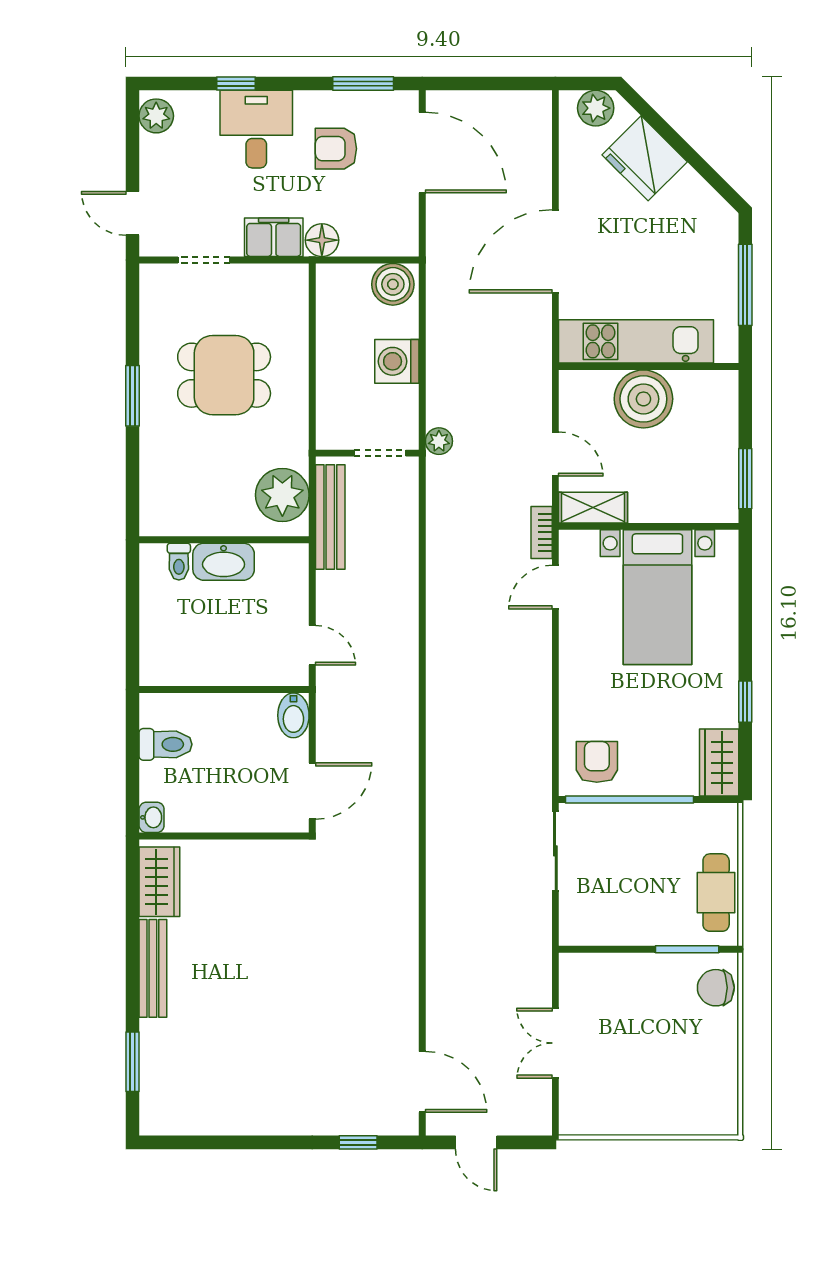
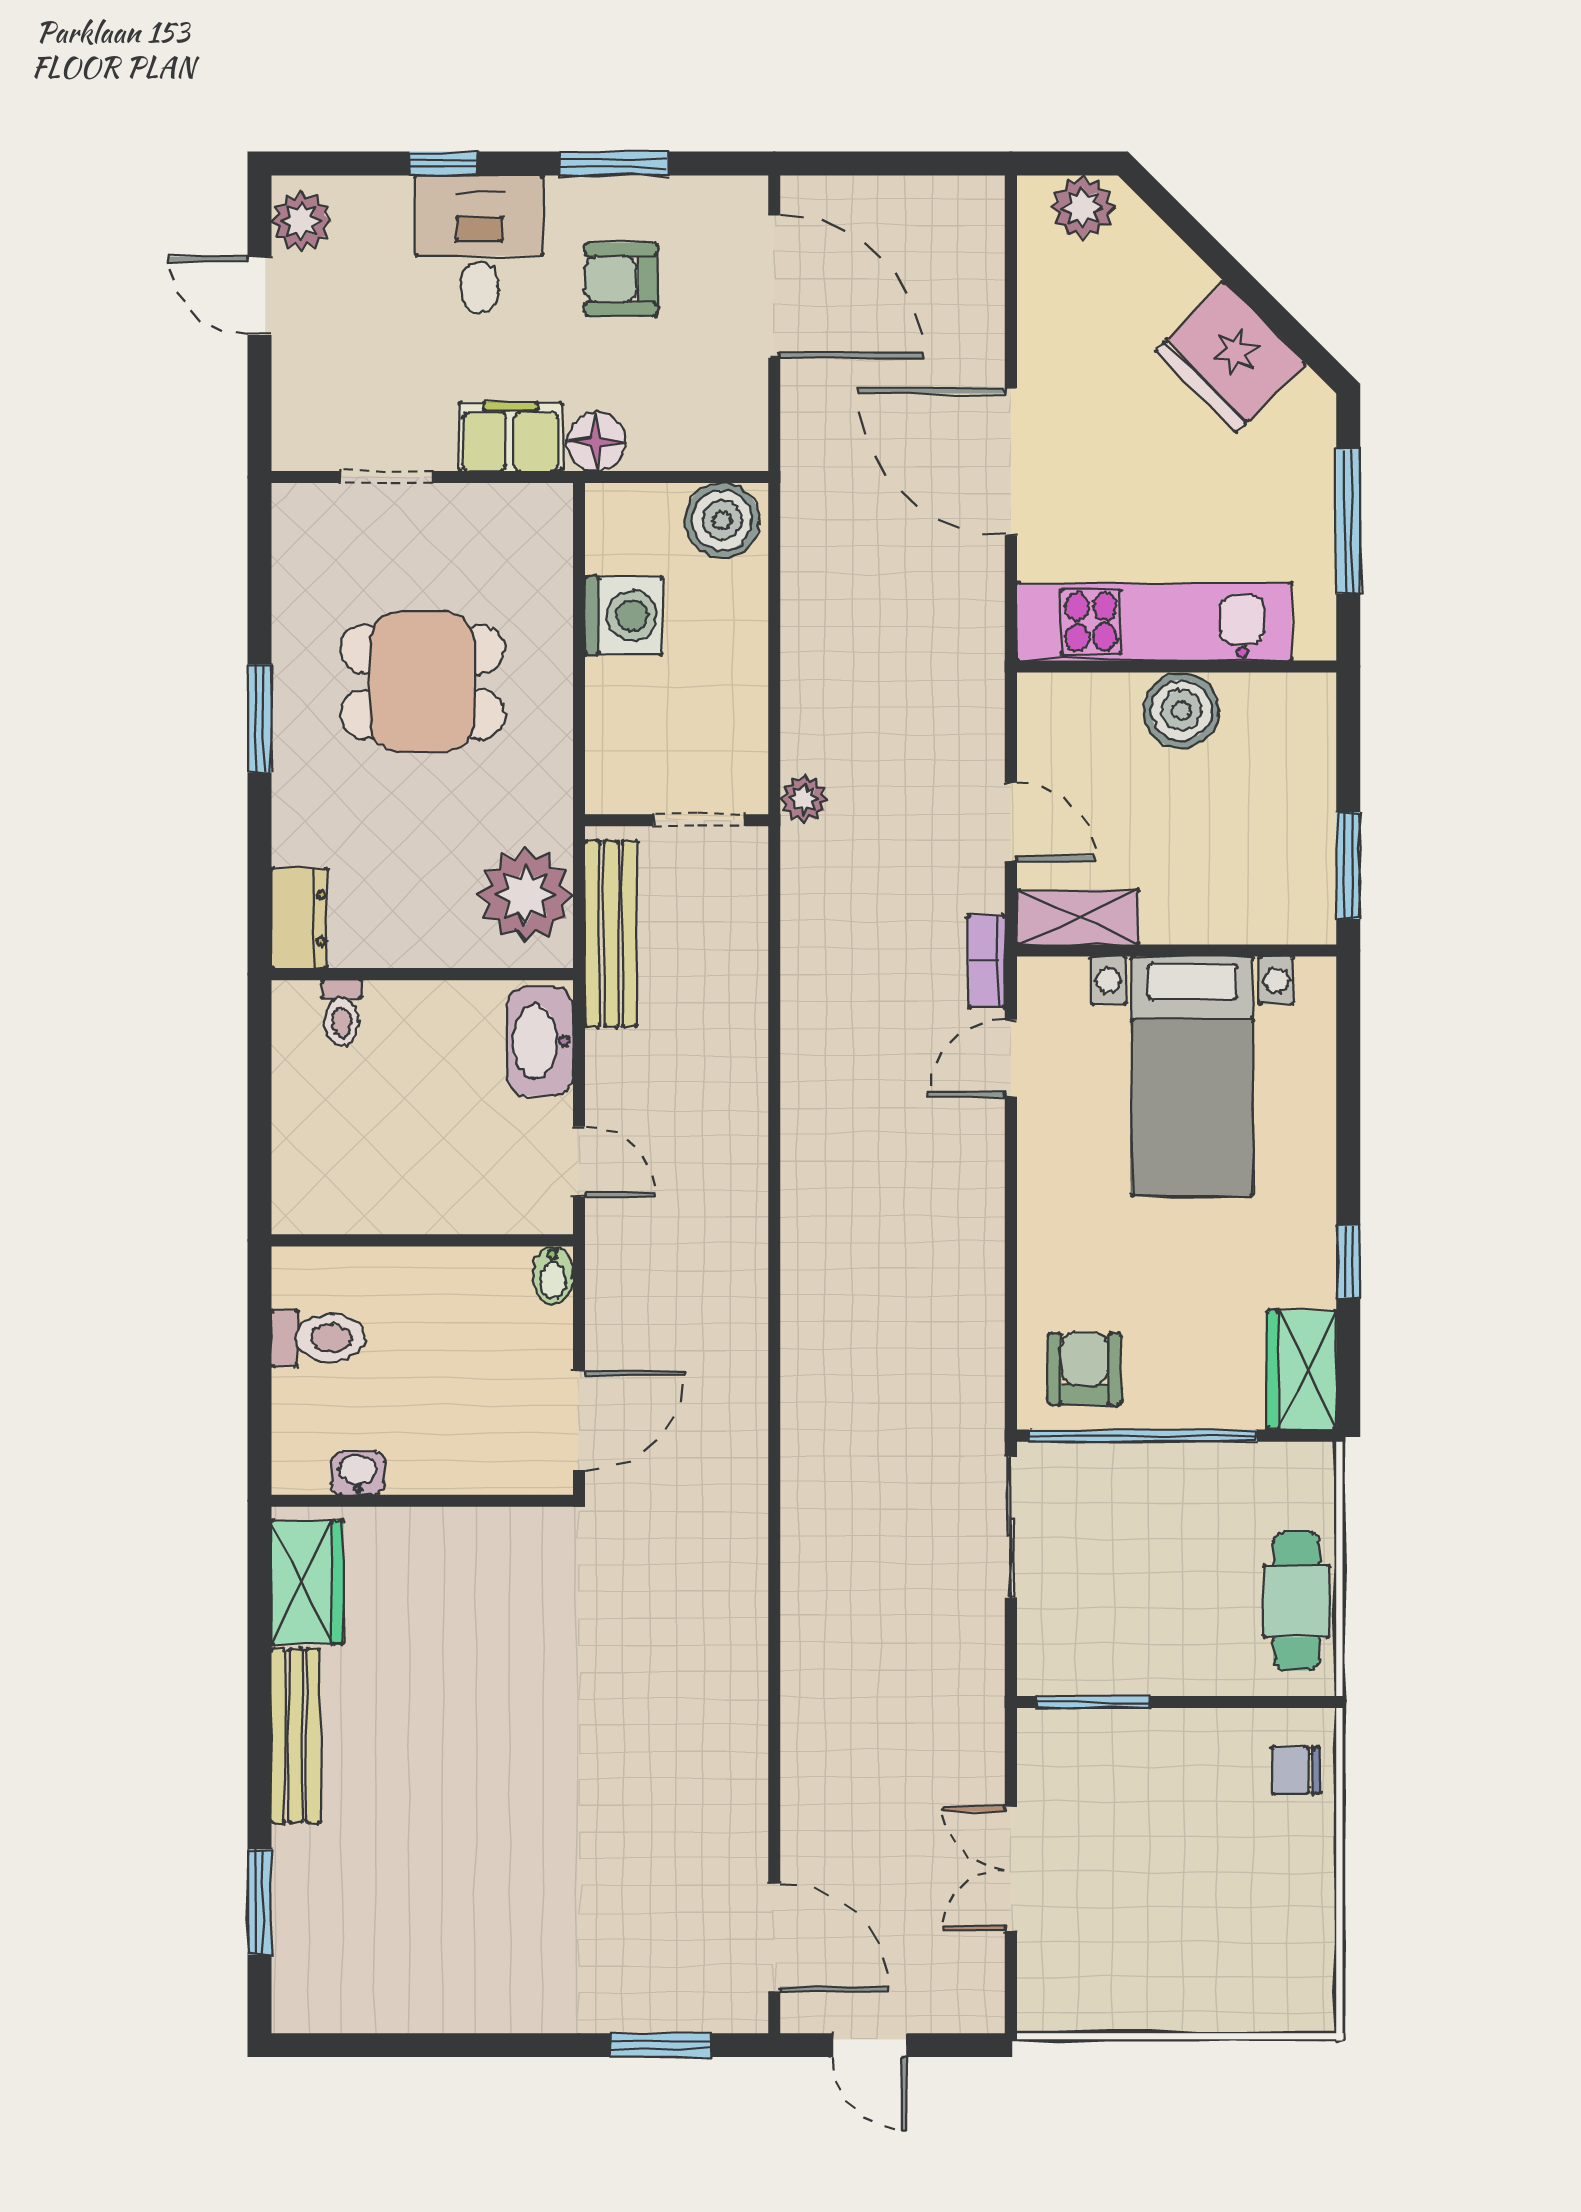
window: (363, 83) -> (613, 163), moved
fridge: (645, 158) -> (1230, 357), moved
door: (132, 213) -> (259, 296), moved
door: (555, 251) -> (1011, 462), hinge flipped
washing machine: (397, 361) -> (624, 616), moved, turned 180
boiler: (643, 399) -> (1181, 710), width x0.73, depth x0.73
dresser: (155, 508) -> (299, 918), added
washbasin: (224, 562) -> (540, 1041), moved, turned 90
bidet: (293, 715) -> (553, 1276), width x0.72, depth x0.74
washbasin: (152, 817) -> (358, 1473), moved, turned -90
window: (687, 949) -> (1093, 1702), moved
chair: (716, 988) -> (1296, 1770), width x0.73, depth x0.73
window: (358, 1142) -> (660, 2045), width x1.50

